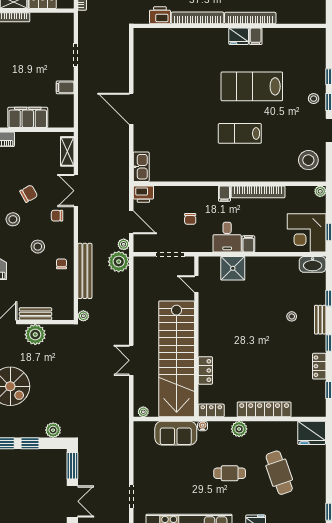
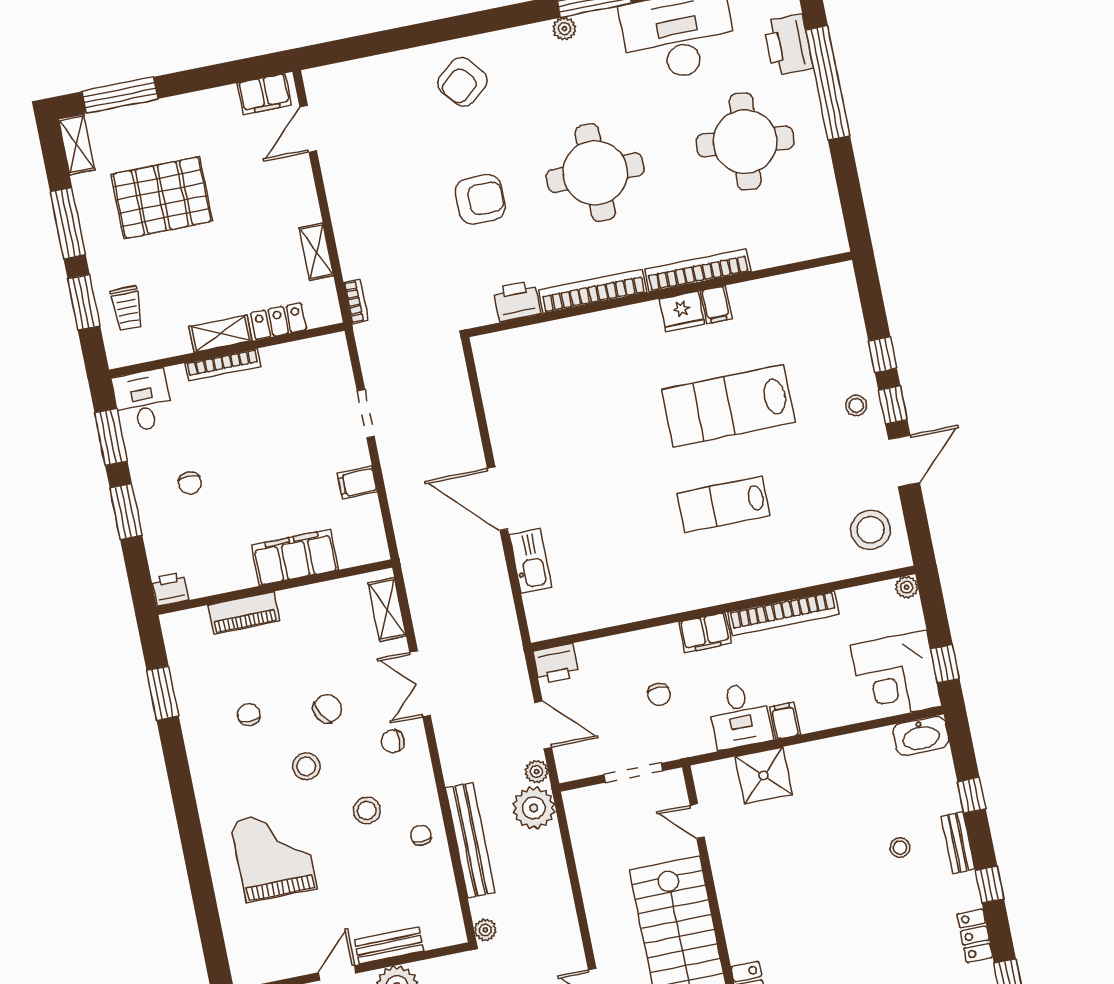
kitchen sink: (141, 167) -> (531, 561), moved
filing cabinet: (224, 194) -> (705, 632), width x2.00

